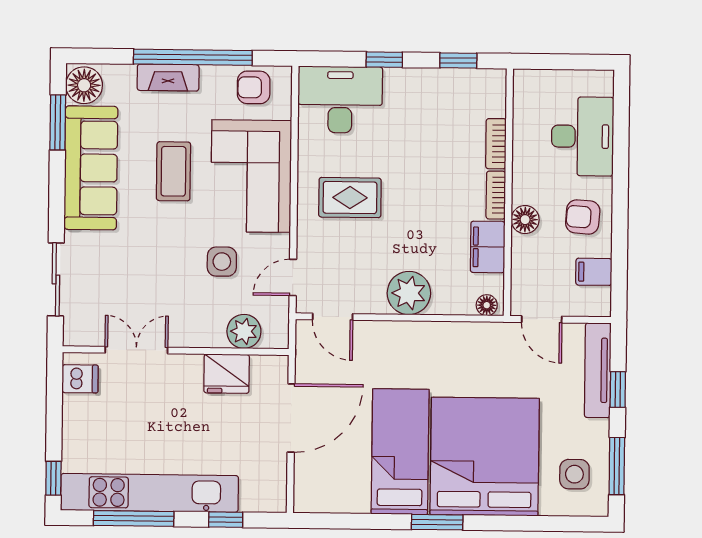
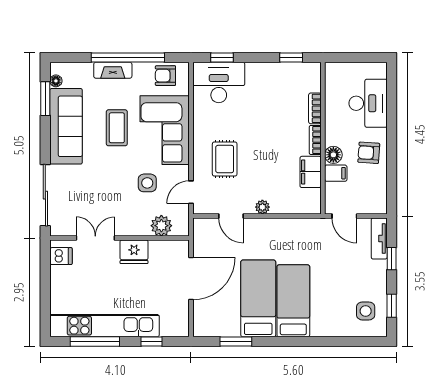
window: (384, 60) -> (222, 58), moved
floor lamp: (84, 85) -> (56, 81), width x0.53, depth x0.53
rug: (350, 198) -> (225, 159), moved, turned 90
filing cabinet: (594, 272) -> (336, 173), moved, turned 180
sliding door: (56, 279) -> (45, 195), width x1.37
plant: (409, 293) -> (262, 207), width x0.53, depth x0.53
floor lamp: (487, 305) -> (310, 208), removed
door: (333, 317) -> (231, 216), moved
tv unit: (598, 370) -> (379, 238), width x0.71
fridge: (227, 374) -> (134, 252), moved
bed: (485, 457) -> (293, 301), width x0.49
window: (617, 466) -> (392, 306), width x0.67
window: (53, 478) -> (45, 317), removed
window: (437, 522) -> (236, 342), moved

